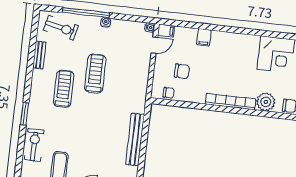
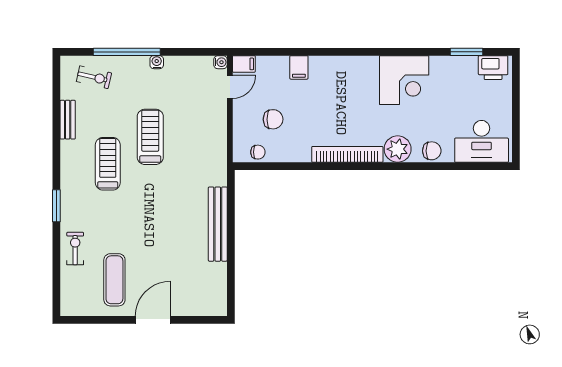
exercise bike: (61, 28) -> (94, 77), width x0.73, depth x0.72
exercise bike: (34, 145) -> (75, 249), width x0.73, depth x0.72

